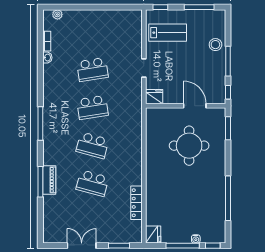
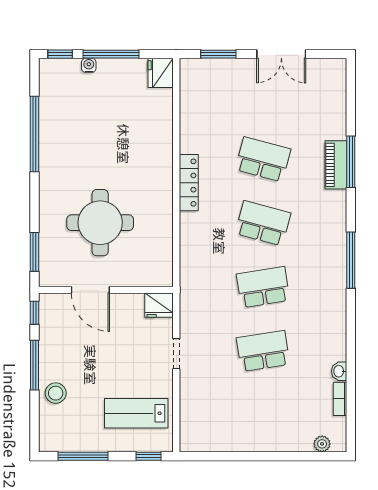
locker: (137, 203) -> (189, 183), moved

